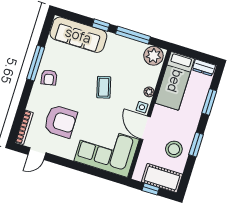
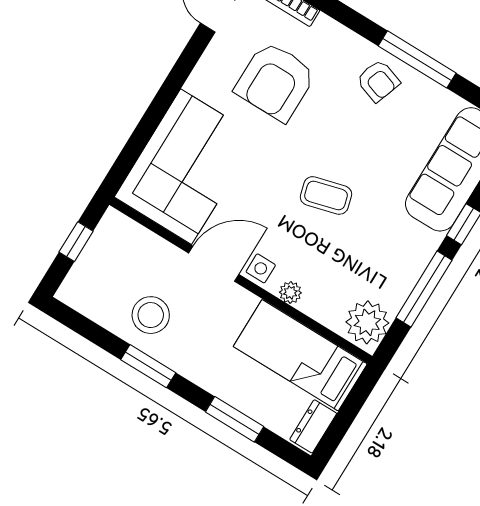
armchair: (49, 77) -> (378, 81), turned -150
cot: (162, 178) -> (94, 273), removed

